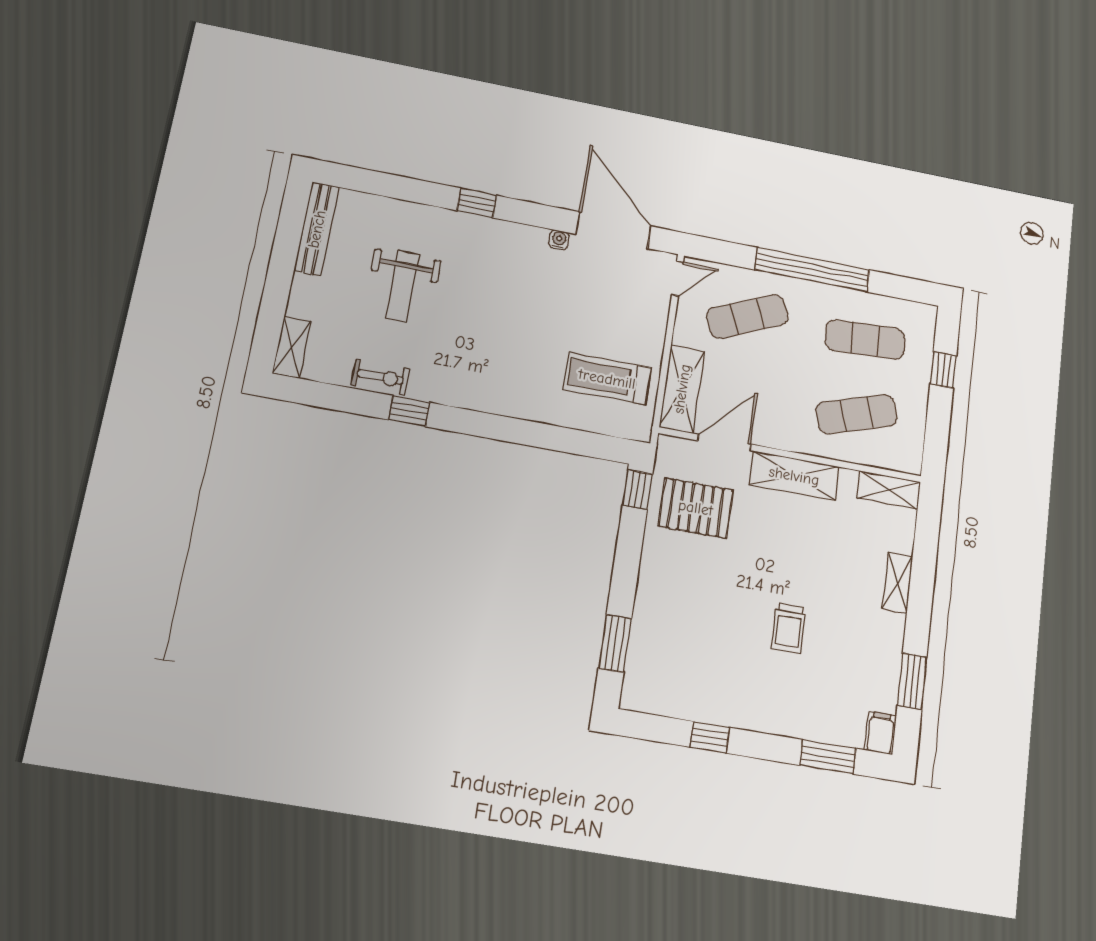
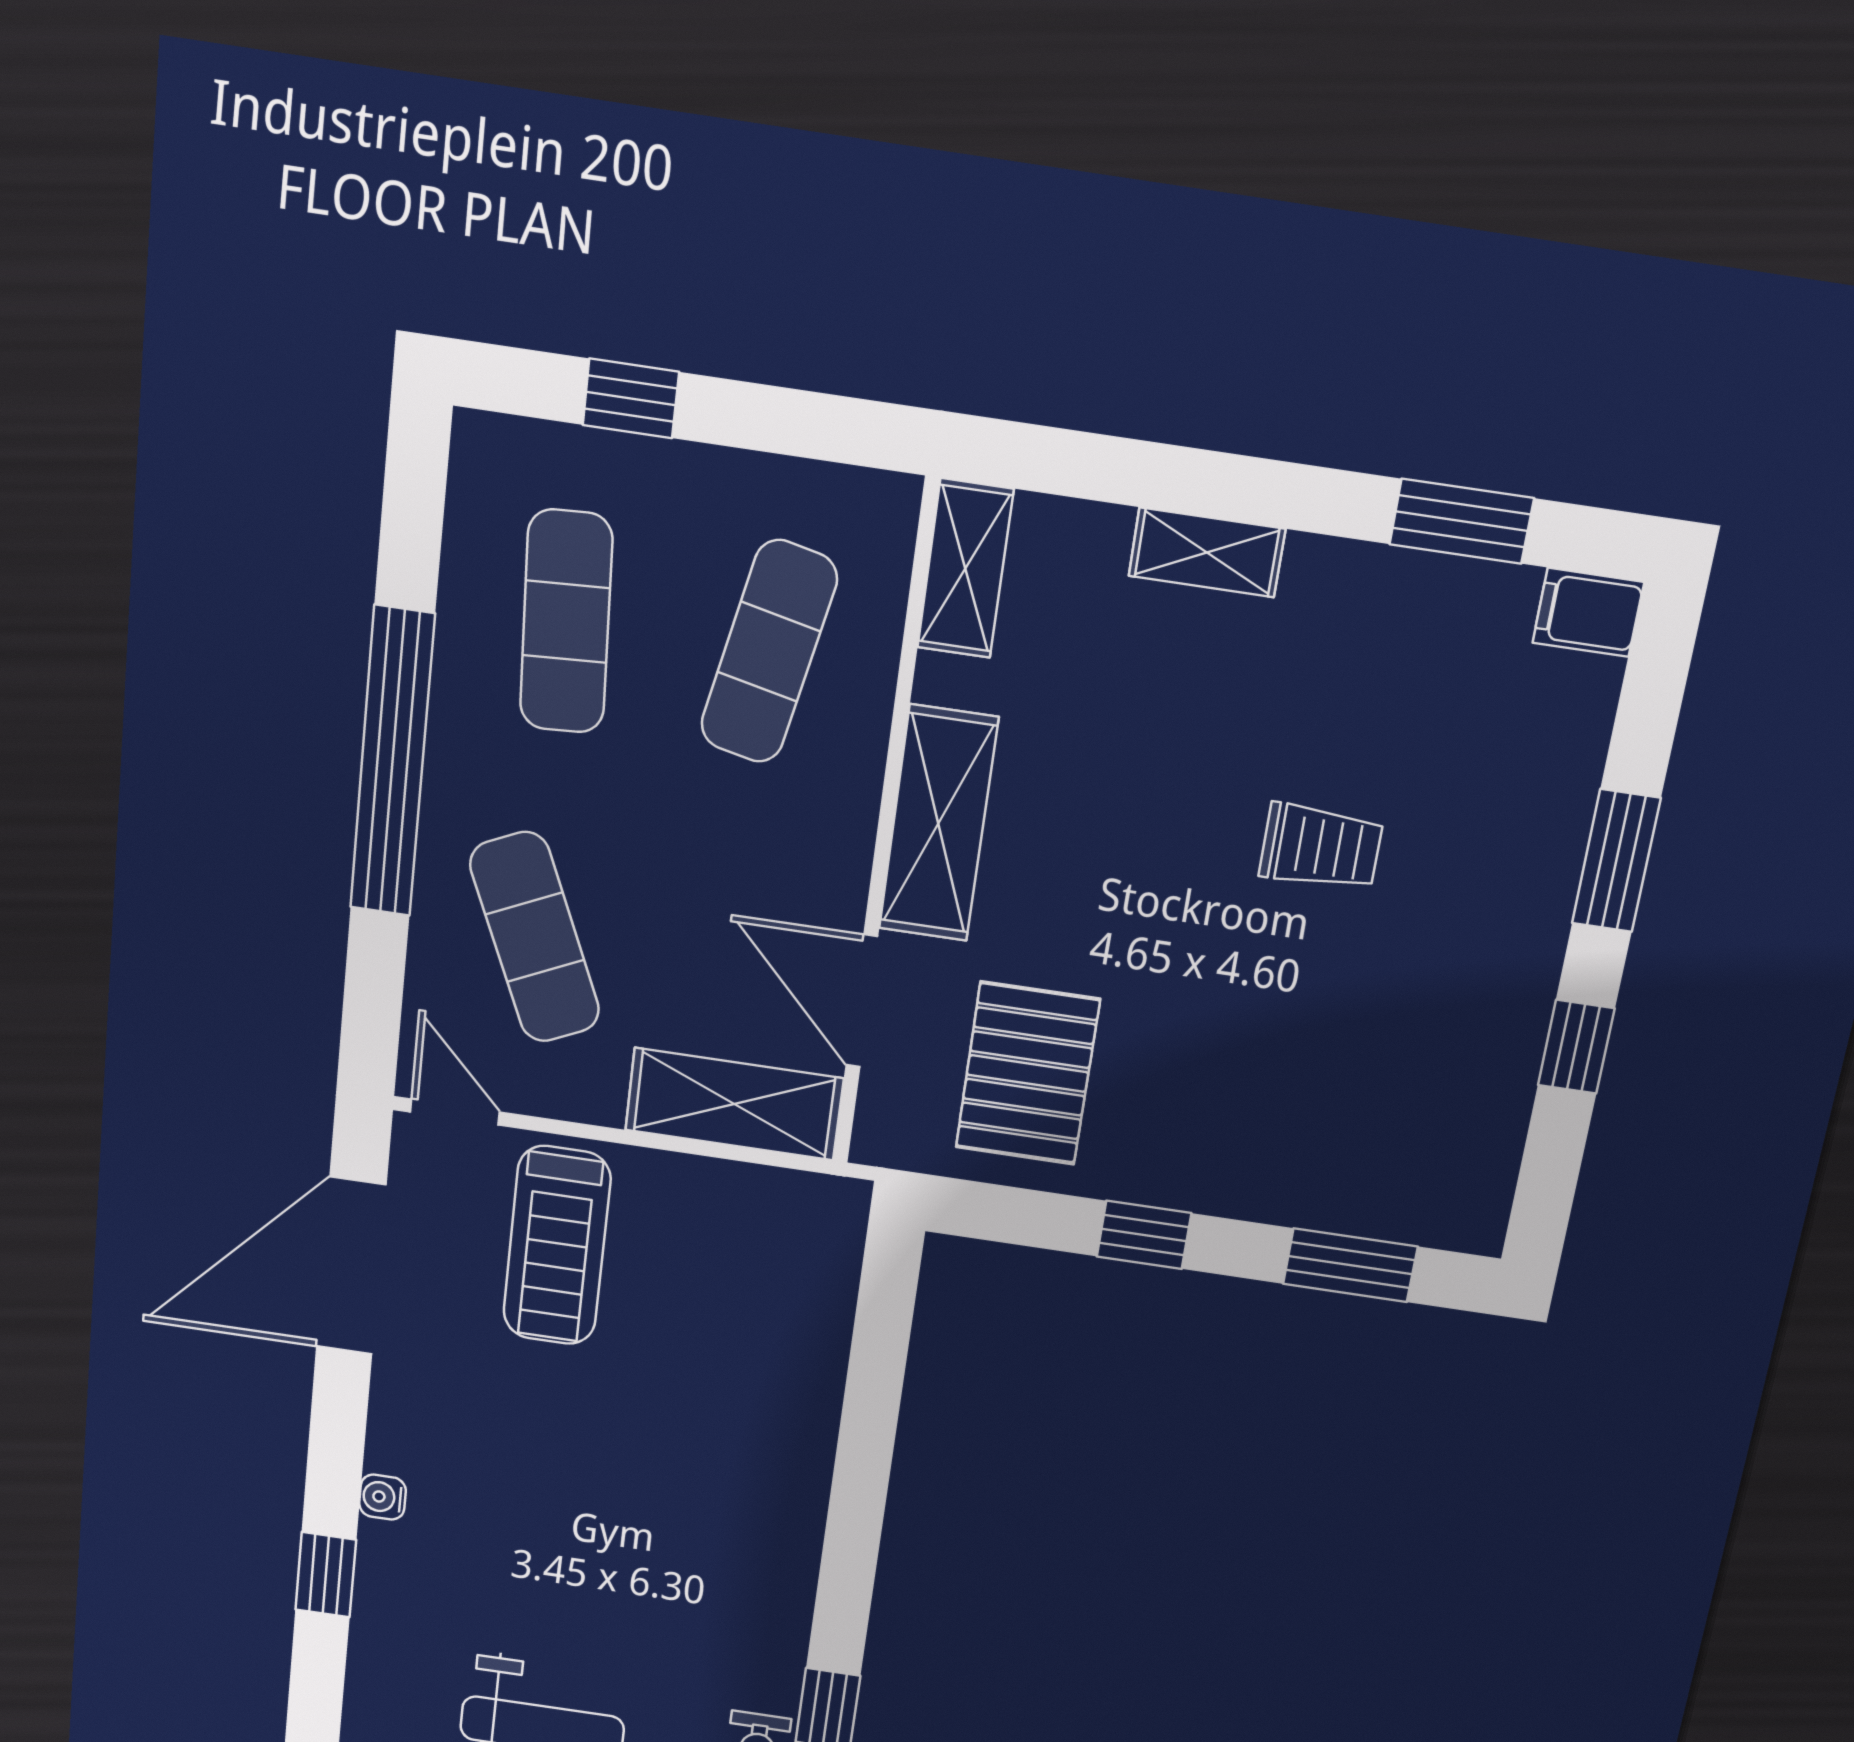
water cooler: (559, 240) -> (382, 1497), moved
treadmill: (607, 379) -> (557, 1246), moved
exercise mat: (857, 414) -> (769, 652), turned 30
window: (638, 490) -> (1144, 1235), moved
window: (828, 757) -> (1616, 861), moved

